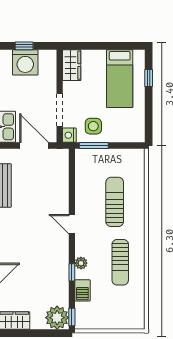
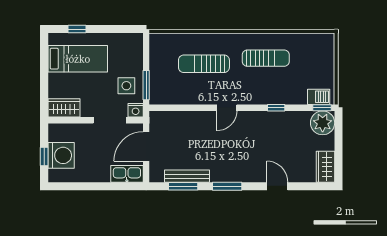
plant: (81, 263) -> (267, 98), removed
barbecue: (82, 290) -> (319, 97), moved

